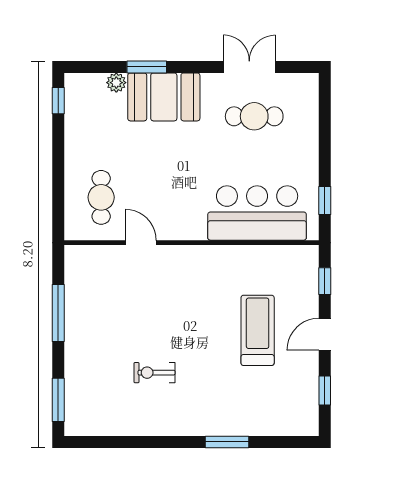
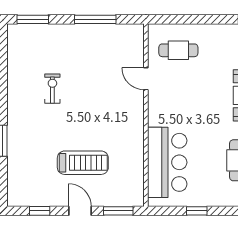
window: (325, 201) -> (197, 211), moved
door: (141, 243) -> (146, 79), swing flipped
window: (325, 281) -> (118, 211), width x1.50

